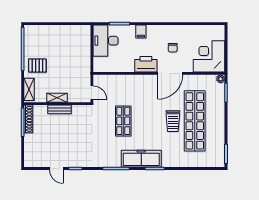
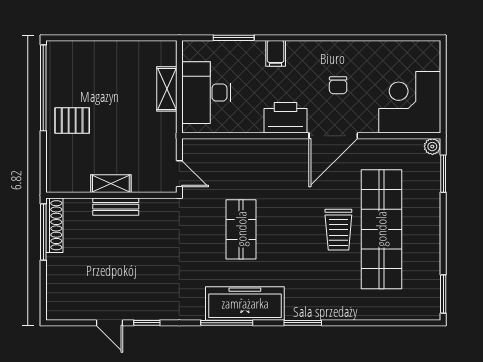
desk: (106, 41) -> (206, 93), moved
shelving: (29, 89) -> (167, 89), moved
freezer: (141, 159) -> (245, 303), moved

